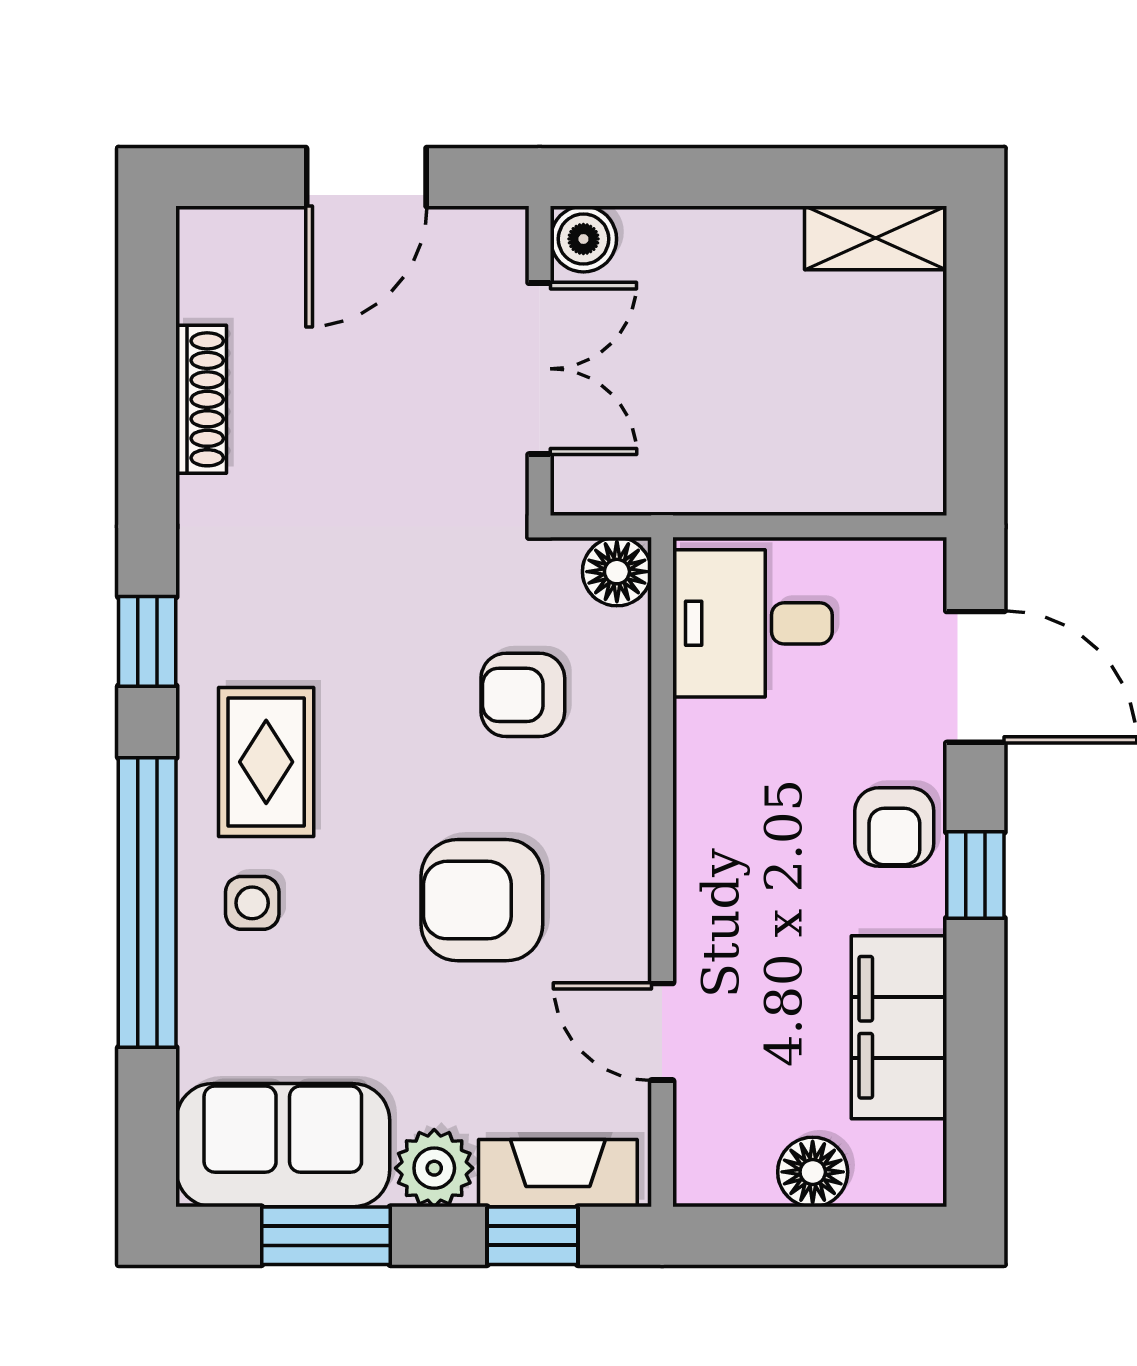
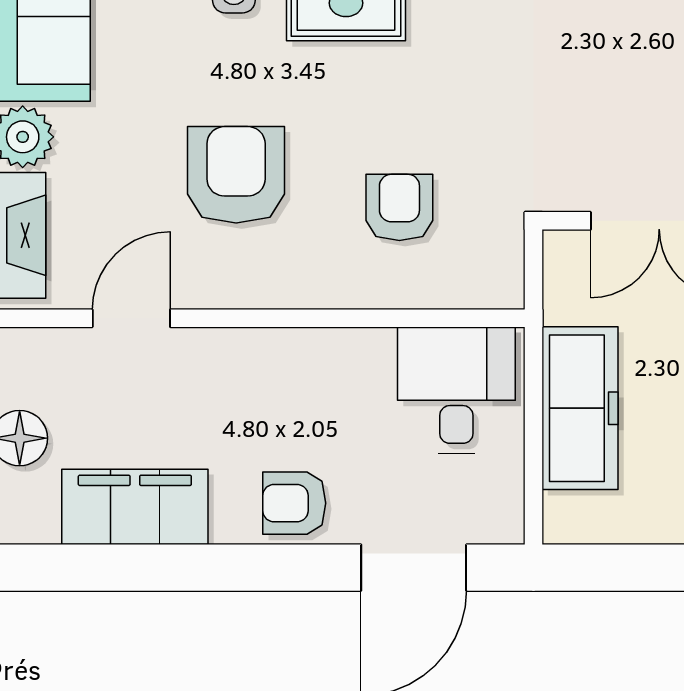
freezer: (775, 468) -> (580, 408), added
floor lamp: (617, 572) -> (498, 282), removed
window: (975, 875) -> (256, 568), removed

